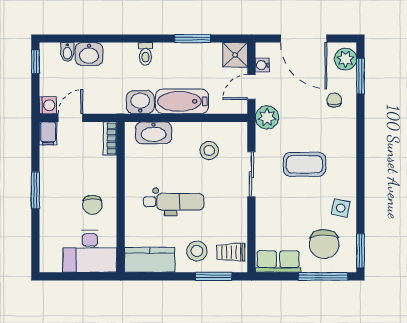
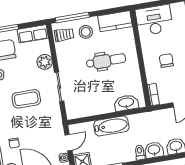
washbasin: (140, 102) -> (154, 150), moved, turned 180
plant: (267, 117) -> (45, 62), moved
stool: (209, 150) -> (89, 97), removed
dental chair: (174, 202) -> (106, 61), turned 180
chair: (92, 205) -> (166, 61), moved
window: (214, 276) -> (72, 17), width x1.44

